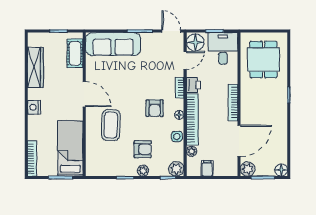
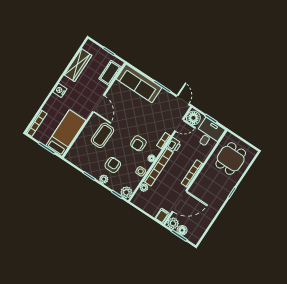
armchair: (143, 149) -> (113, 165), turned -90
filing cabinet: (207, 168) -> (162, 216), moved
floor lamp: (281, 170) -> (182, 230), moved

